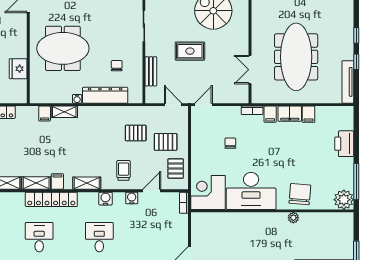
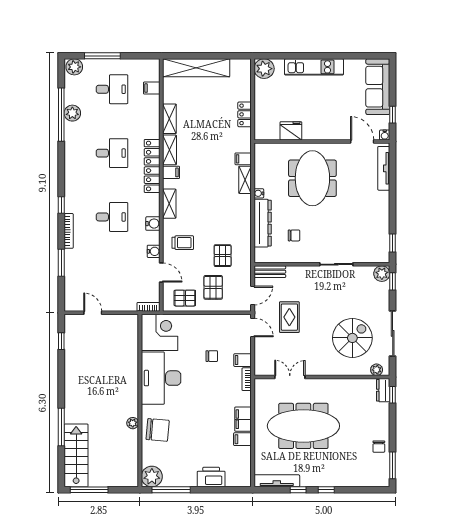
rug: (190, 51) -> (289, 317), moved
bench: (151, 71) -> (270, 272), moved
filing cabinet: (270, 114) -> (243, 360), moved

